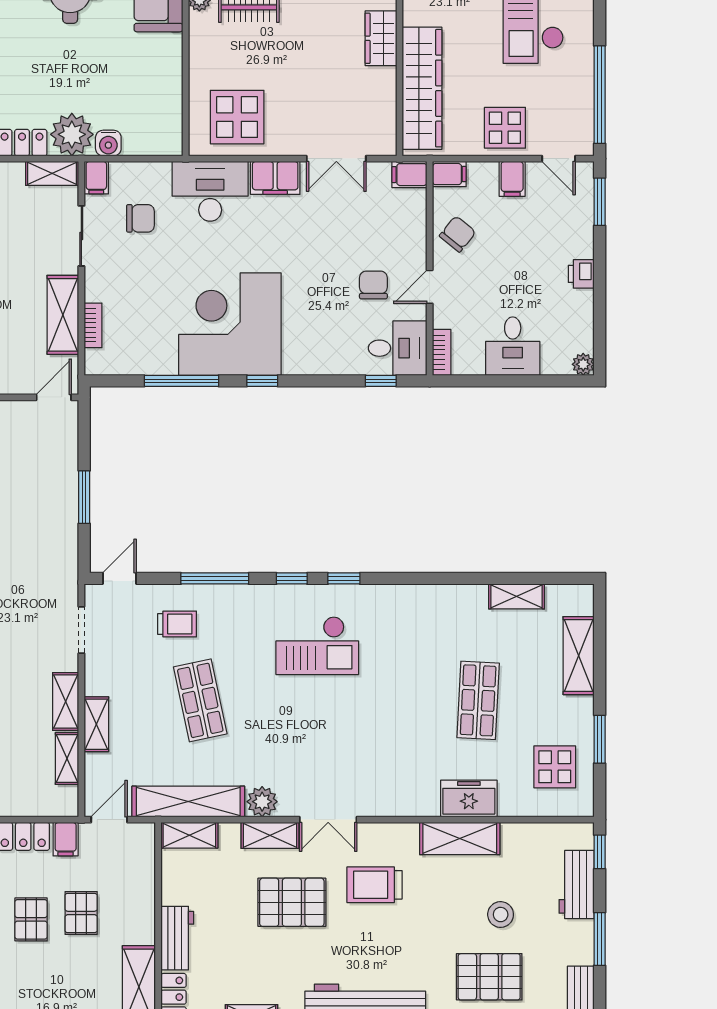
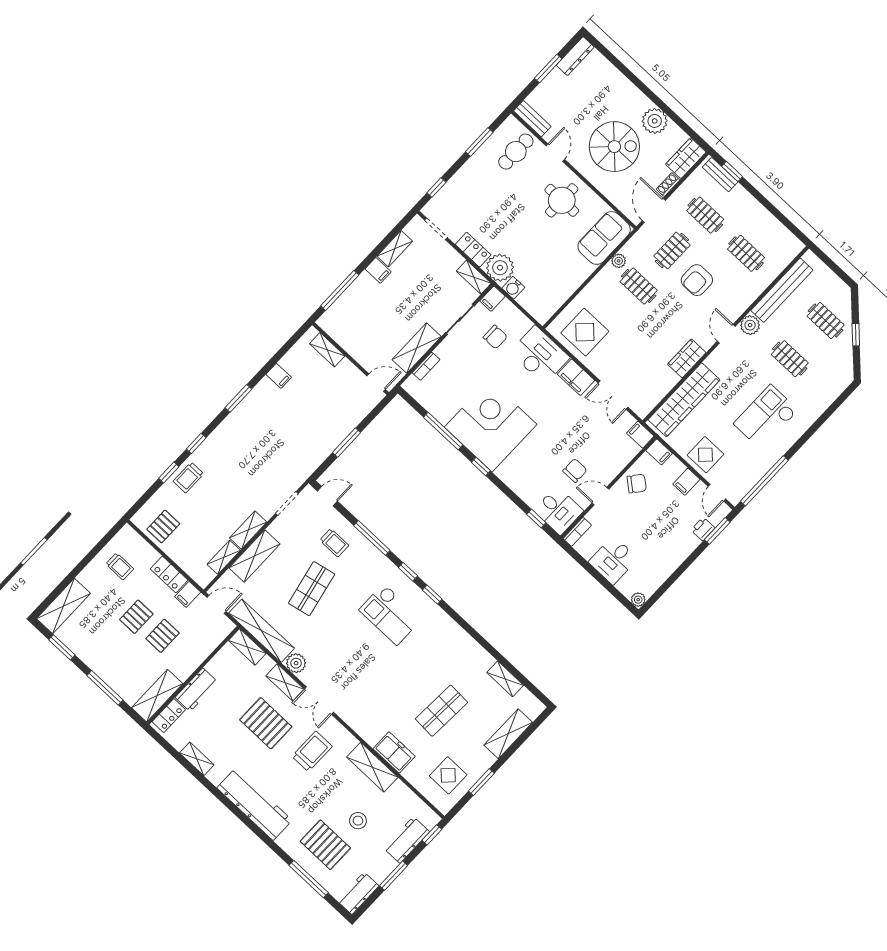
printer: (581, 274) -> (703, 529), moved
shelving: (96, 724) -> (254, 556), width x1.50, depth x1.33
trolley: (374, 885) -> (312, 751), turned 90

